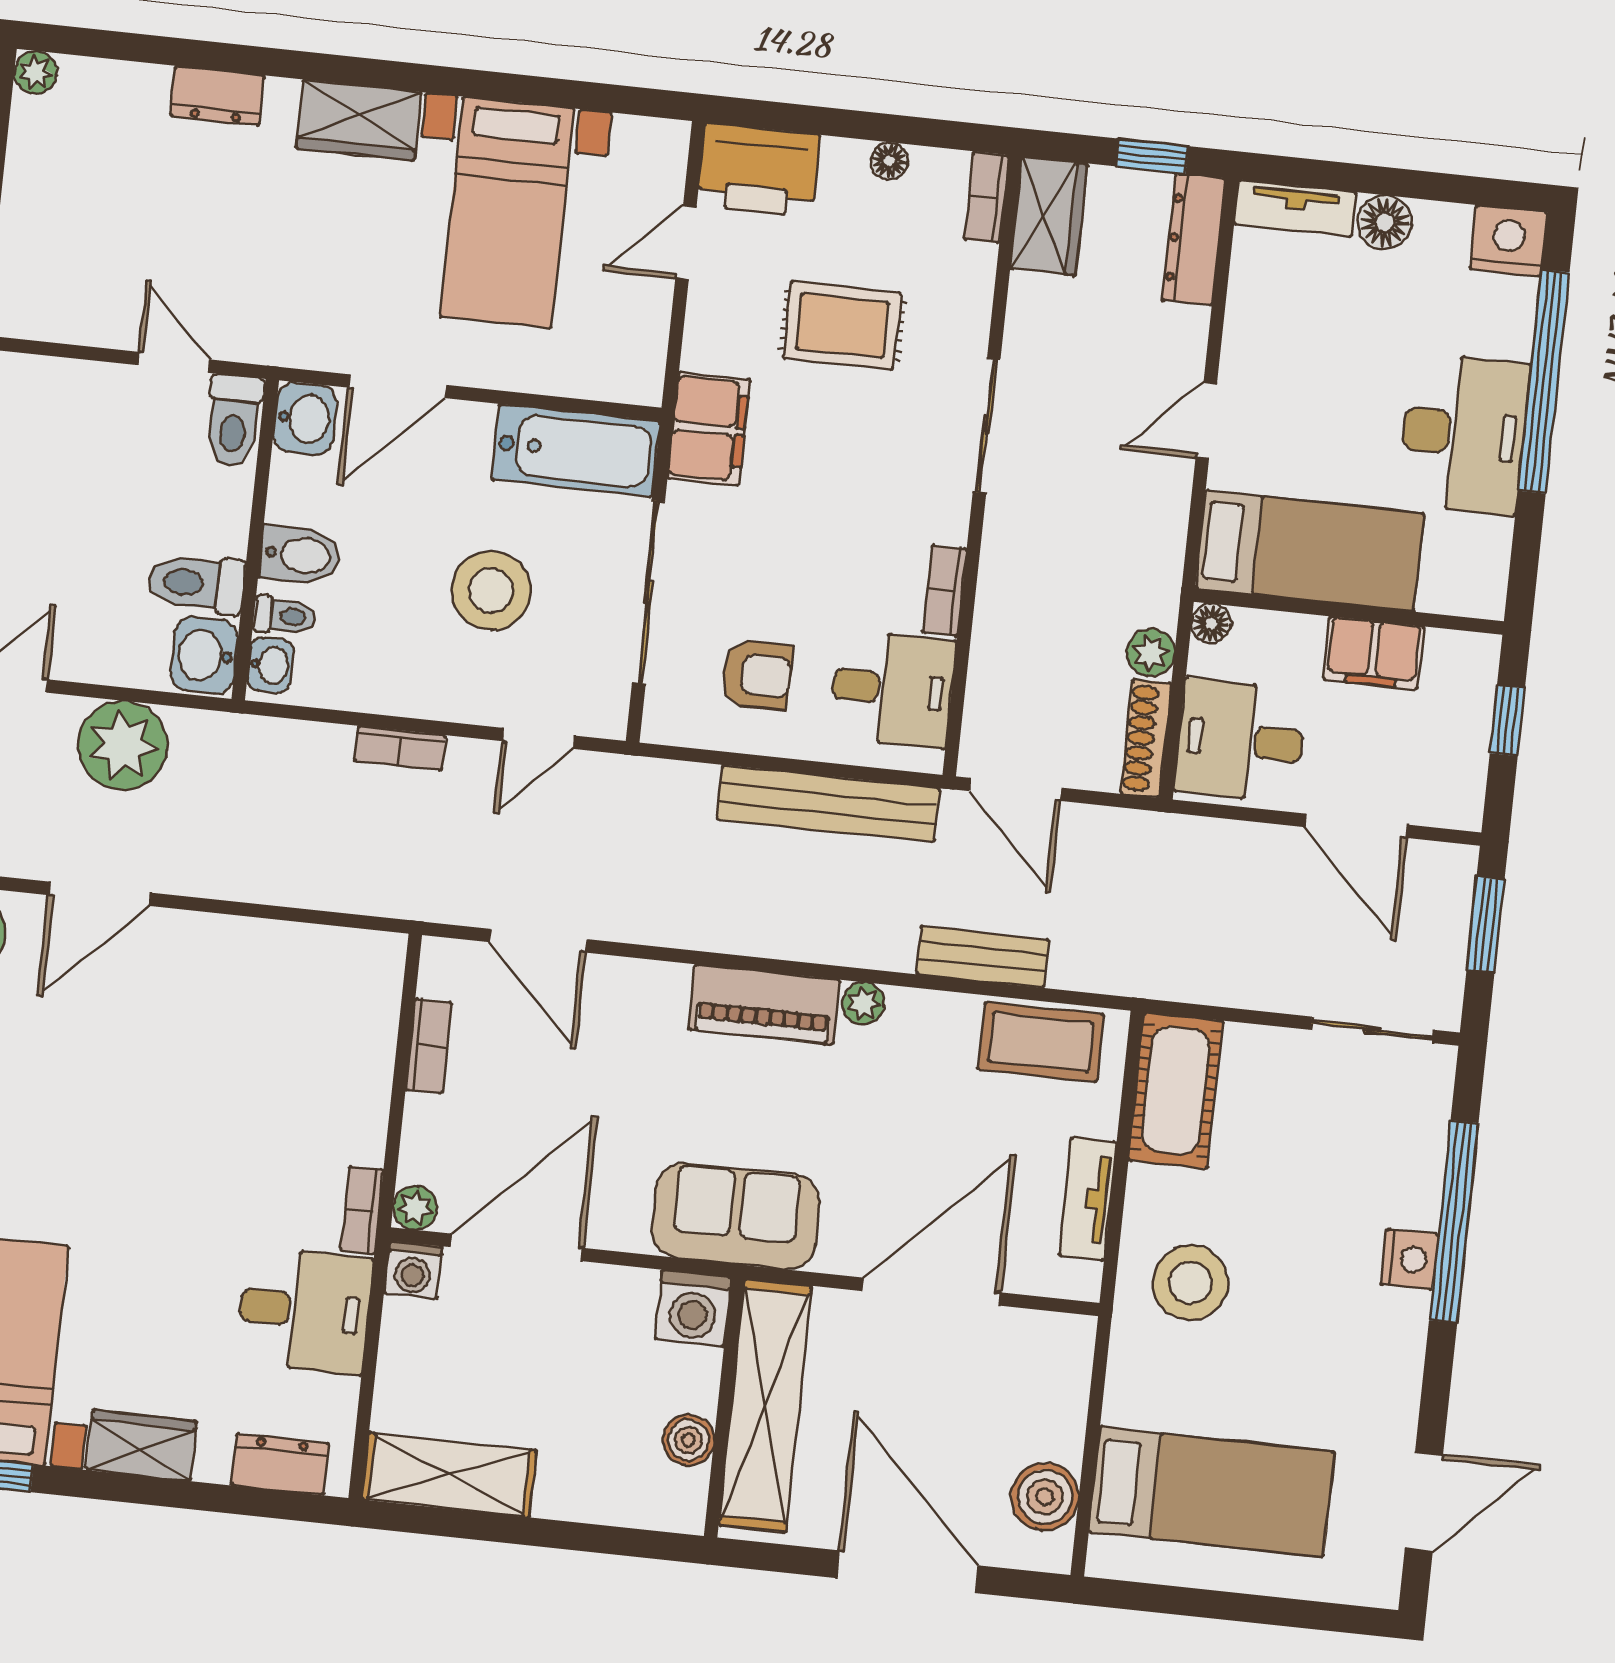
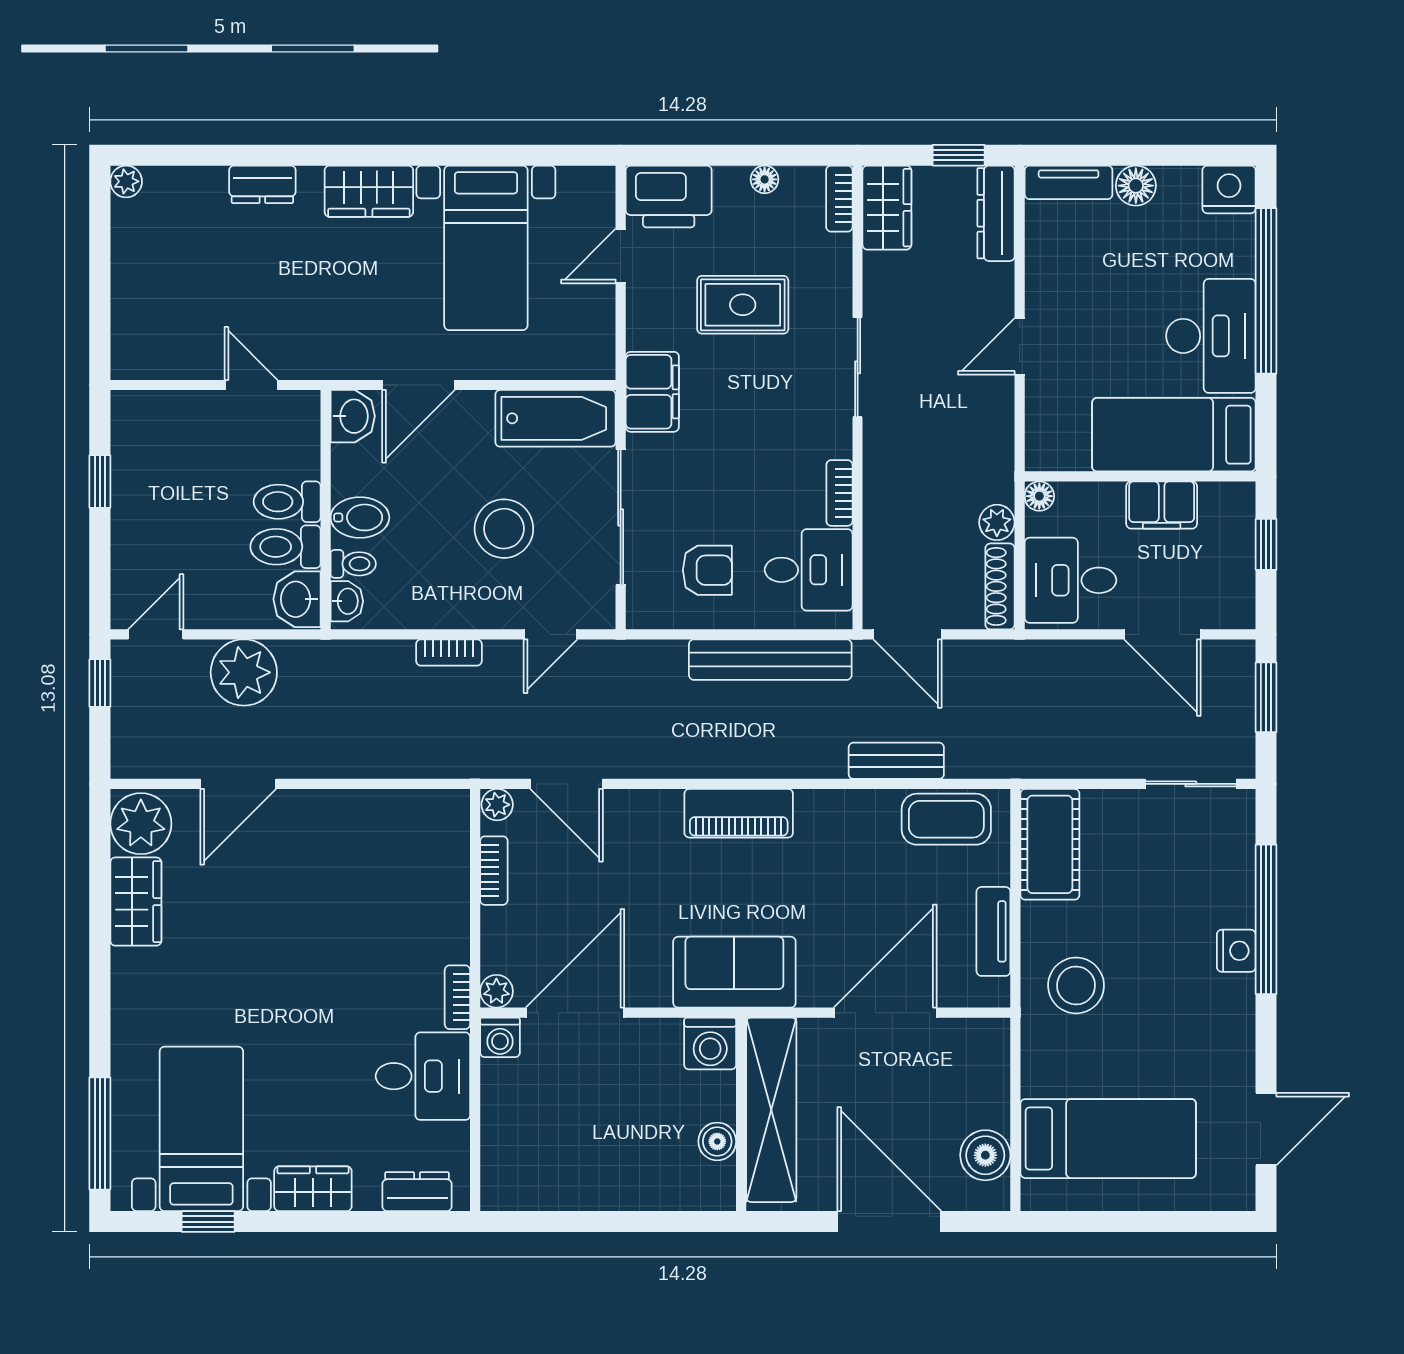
toilet: (234, 421) -> (287, 502), moved, turned 90
bed: (1310, 551) -> (1174, 435), moved, turned 180
plant: (863, 1003) -> (497, 805), moved
shelving: (449, 1475) -> (543, 1186), removed

